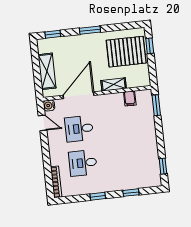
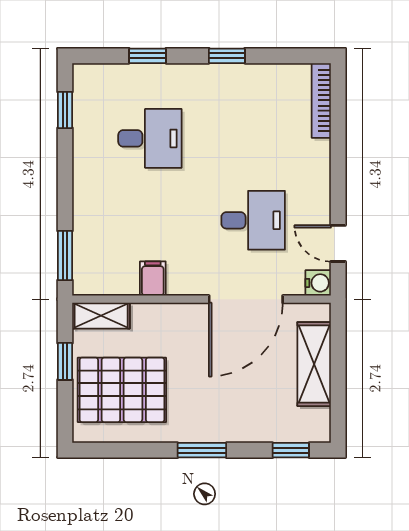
window: (150, 46) -> (65, 361), moved
shelving: (114, 84) -> (101, 316), moved
filing cabinet: (130, 98) -> (153, 278), moved
desk: (83, 163) -> (150, 138), moved

